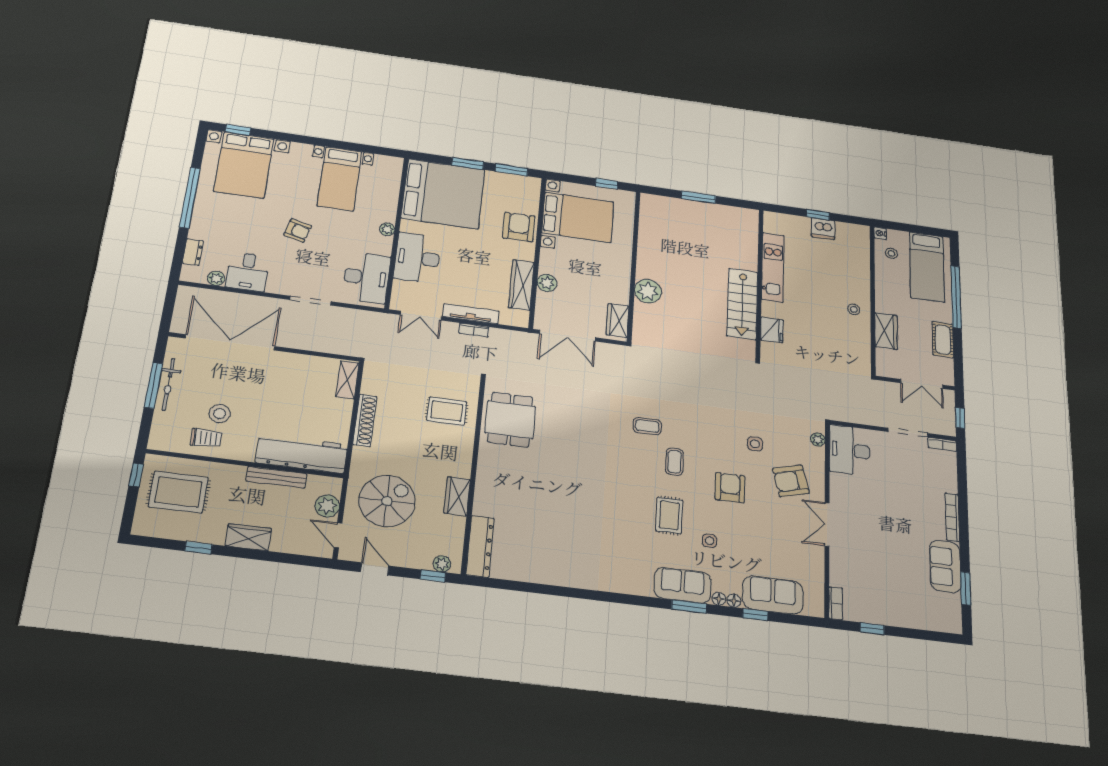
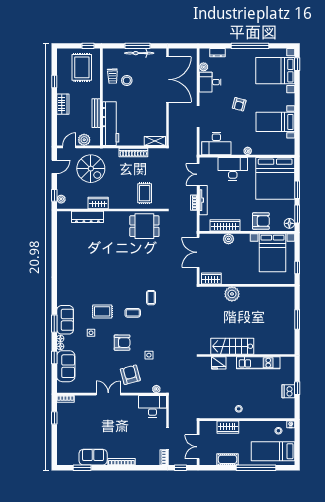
floor lamp: (527, 184) -> (289, 223), added
dresser: (480, 546) -> (87, 217), moved

